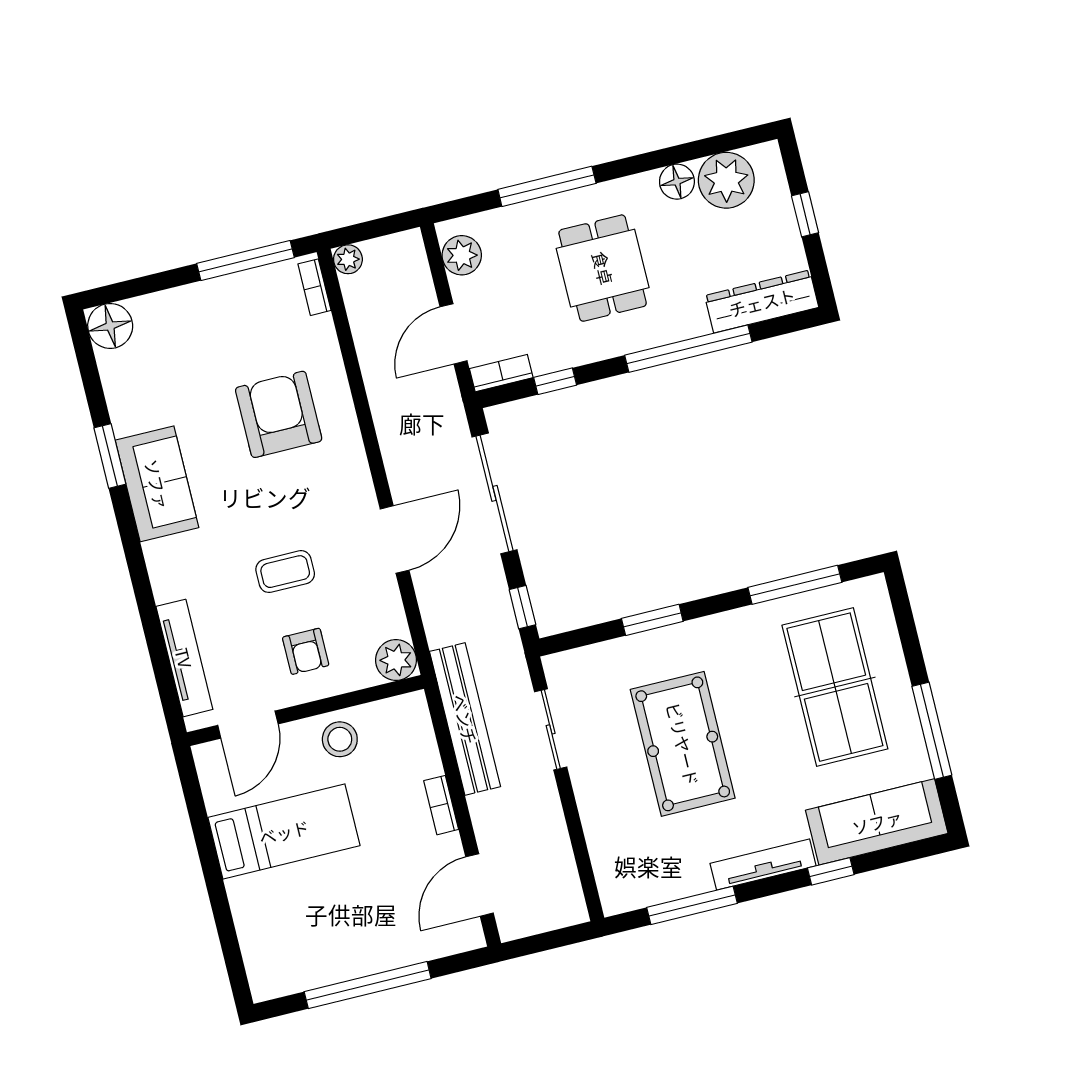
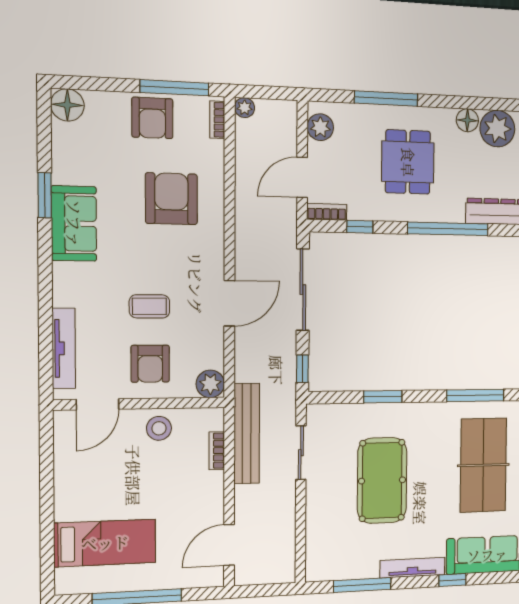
armchair: (226, 311) -> (152, 118), added
armchair: (306, 651) -> (150, 364), width x1.38, depth x1.38
bookcase: (441, 805) -> (217, 451), moved
bed: (284, 832) -> (105, 543), moved

